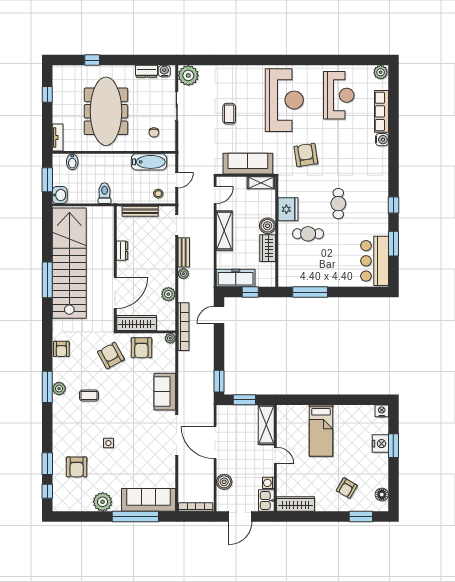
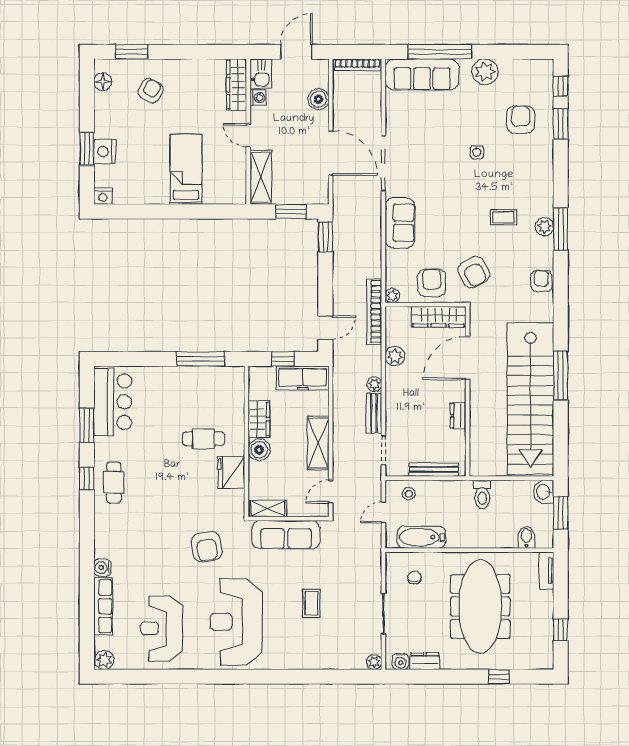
plant: (188, 75) -> (374, 662), width x0.53, depth x0.53
cafe table: (338, 204) -> (114, 483), moved
wardrobe: (296, 504) -> (236, 85), moved, turned 90

